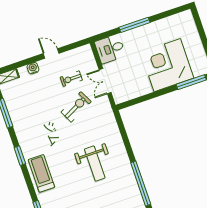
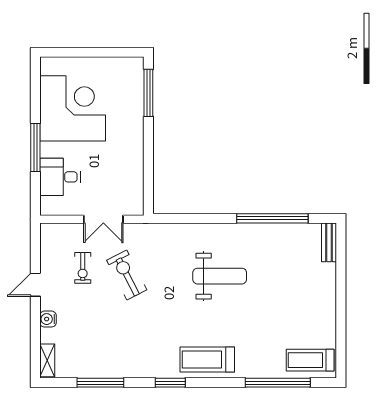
desk: (110, 49) -> (60, 177), moved, turned 90
corner desk: (167, 65) -> (73, 108), moved, turned 180

